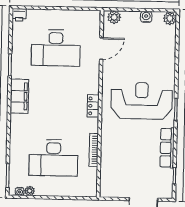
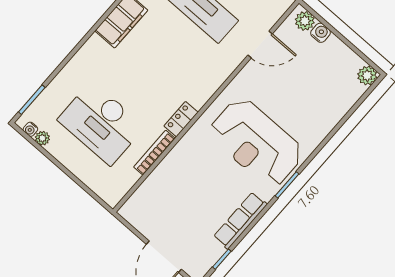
water cooler: (146, 17) -> (321, 33), moved
reception desk: (142, 101) -> (256, 142), turned 180
locker: (93, 106) -> (181, 119), moved

